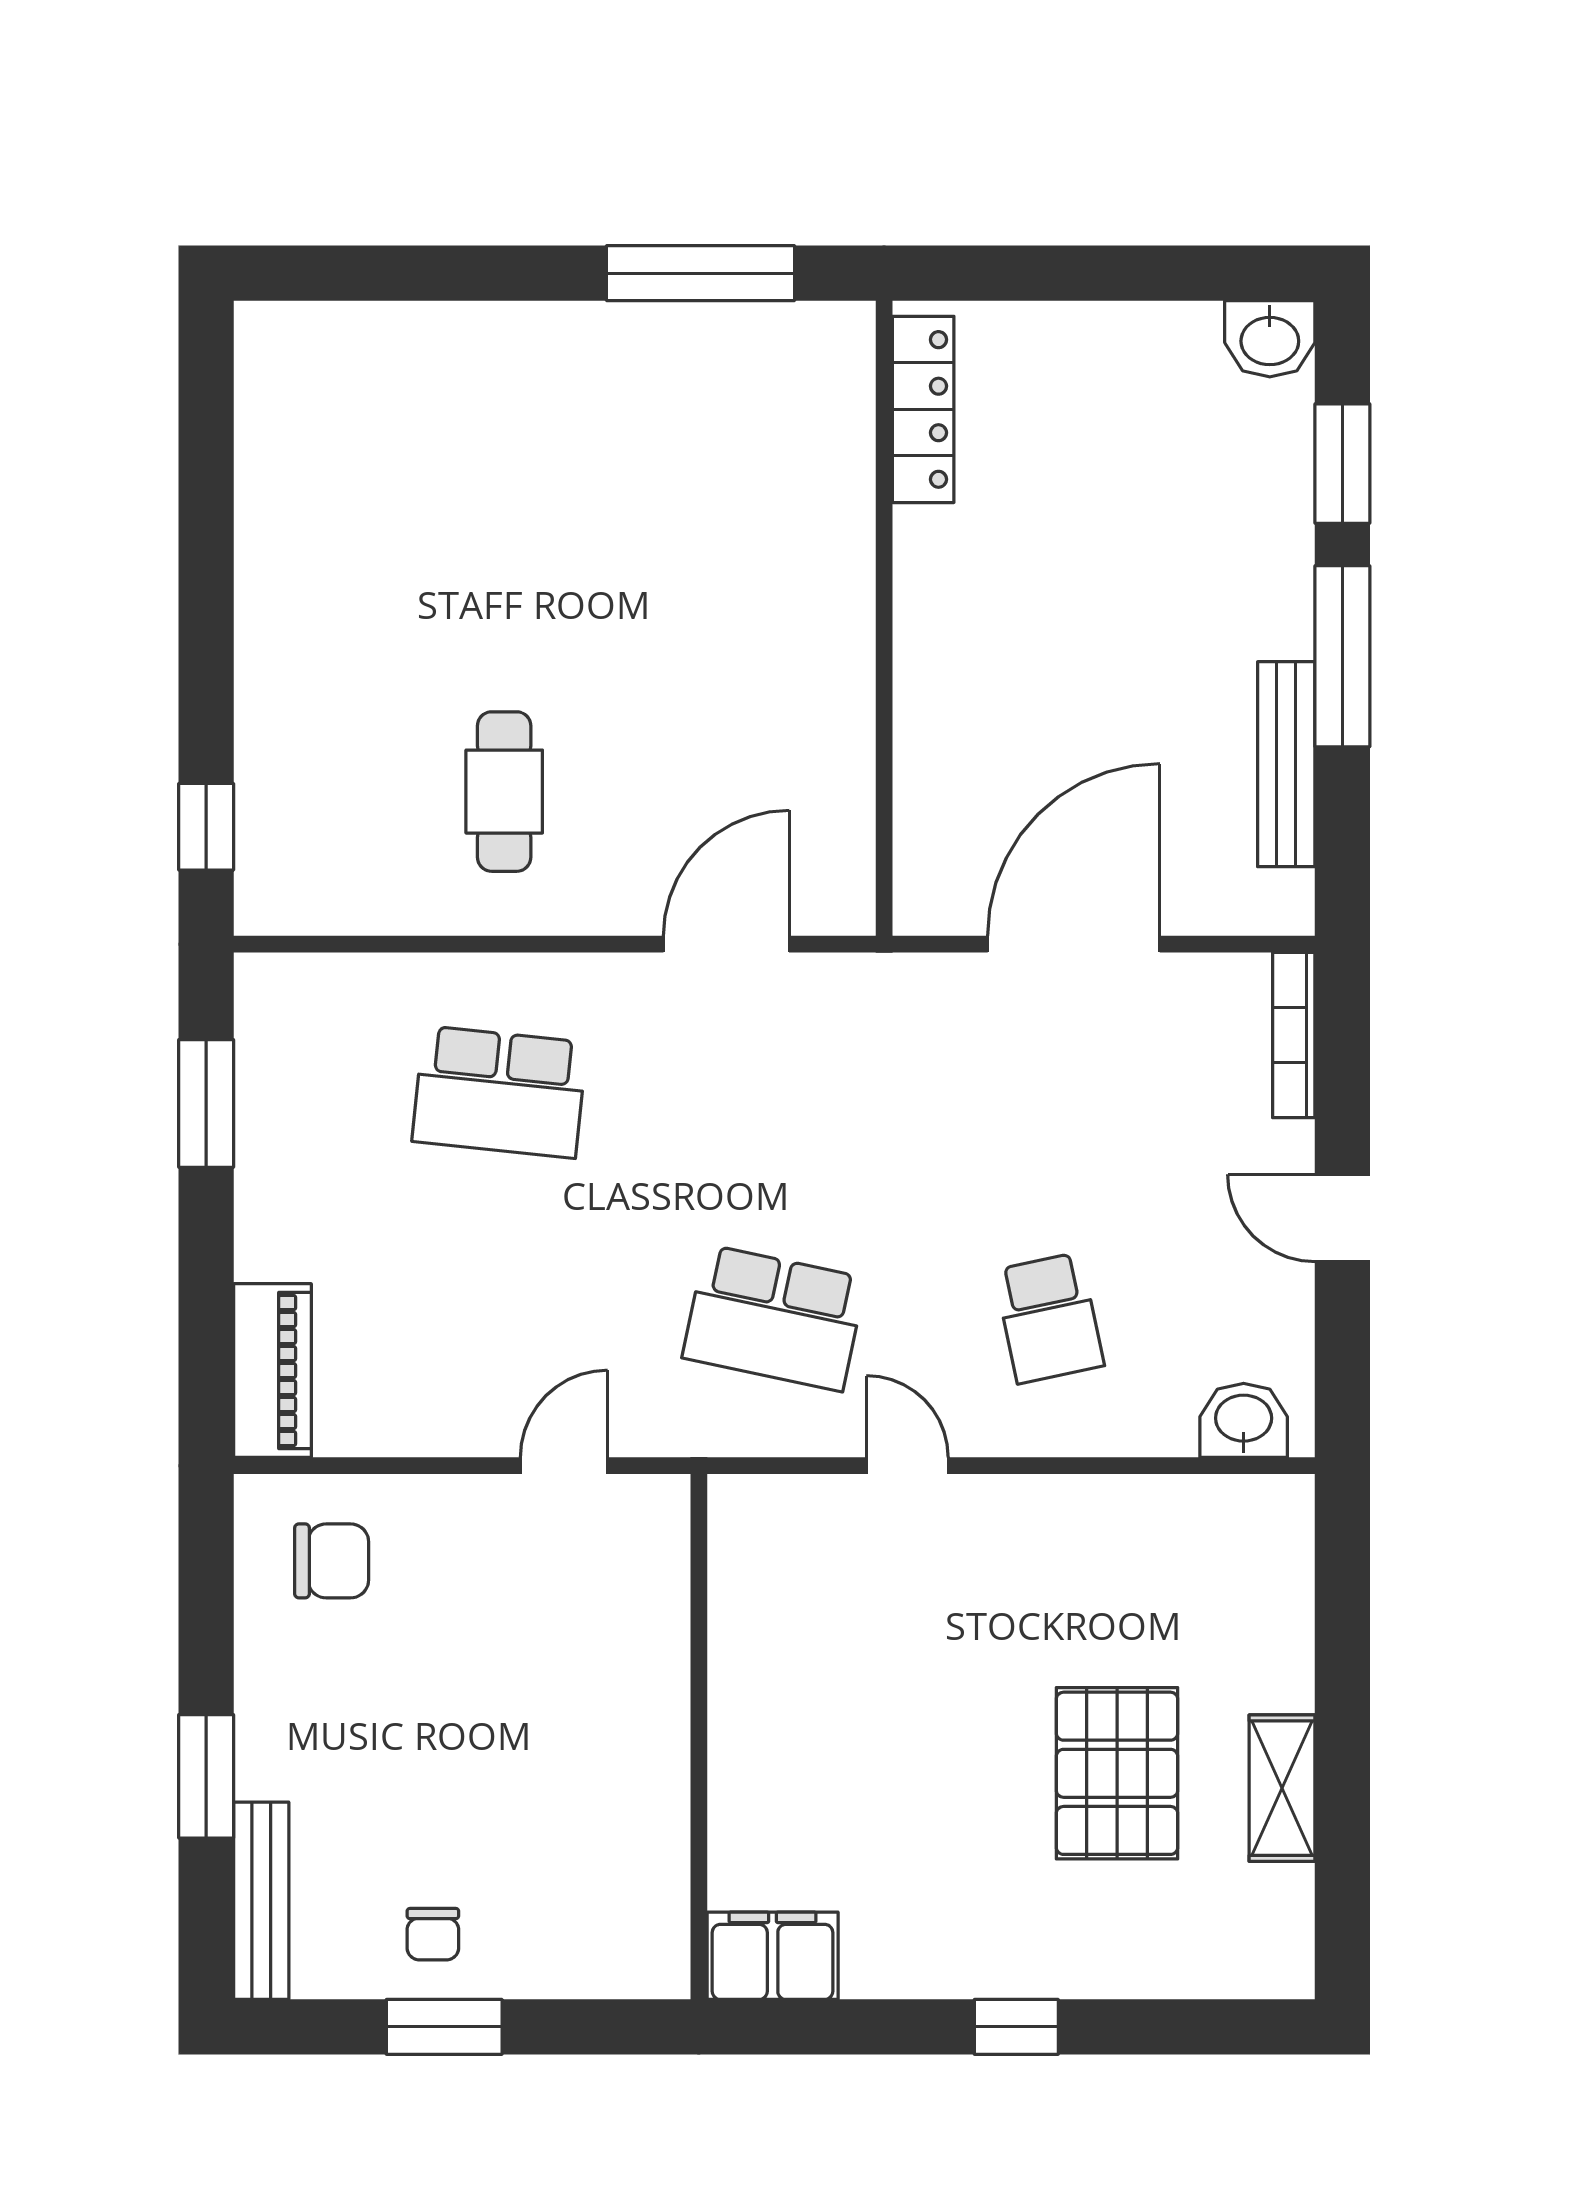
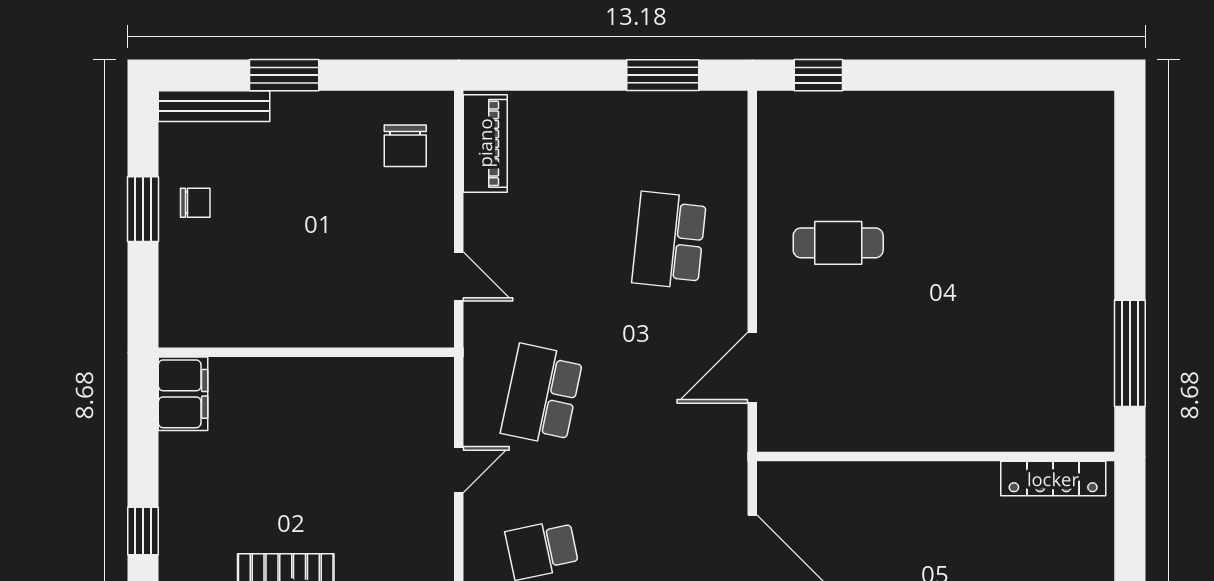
door: (726, 944) -> (752, 368), swing flipped
piano: (272, 1371) -> (485, 143), moved, turned -90
chair: (433, 1934) -> (195, 203), turned 180

